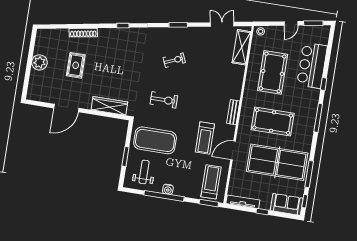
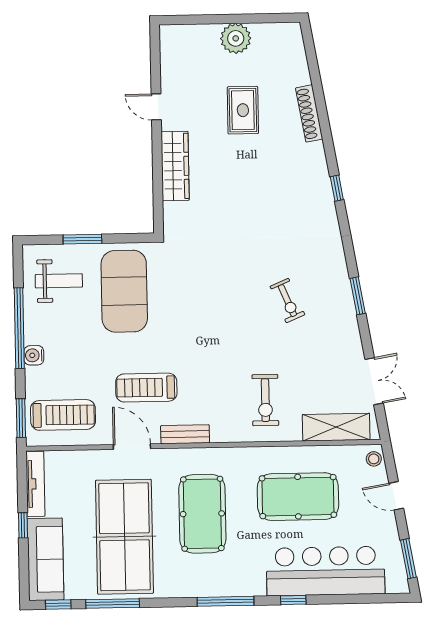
door: (291, 23) -> (396, 496), moved
rug: (76, 65) -> (243, 110), turned 90
bar counter: (312, 65) -> (326, 571), width x1.36
exercise bike: (164, 100) -> (265, 400), moved
wardrobe: (109, 106) -> (175, 166), moved
door: (66, 108) -> (156, 107), width x0.53
bench: (233, 112) -> (185, 434), moved
water cooler: (168, 189) -> (34, 355), moved
sofa: (287, 204) -> (45, 559), width x1.36

